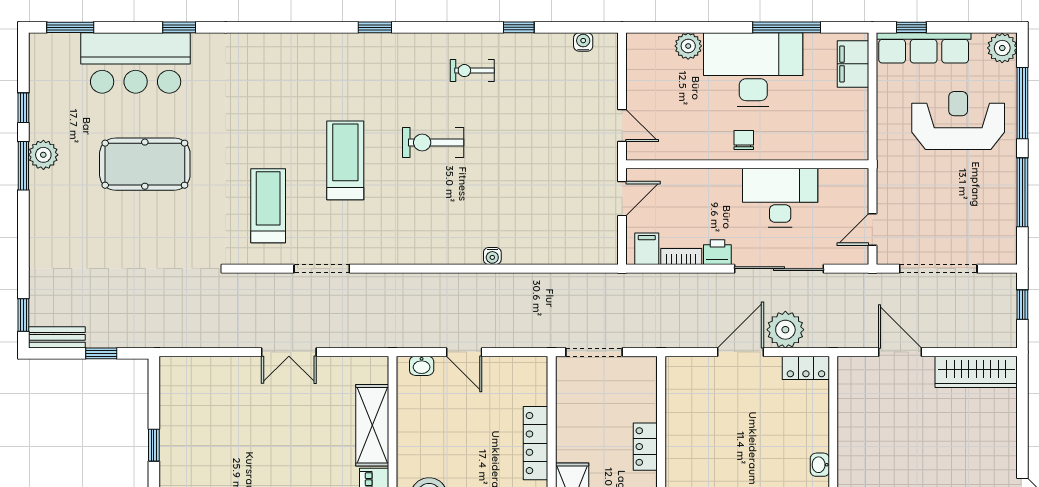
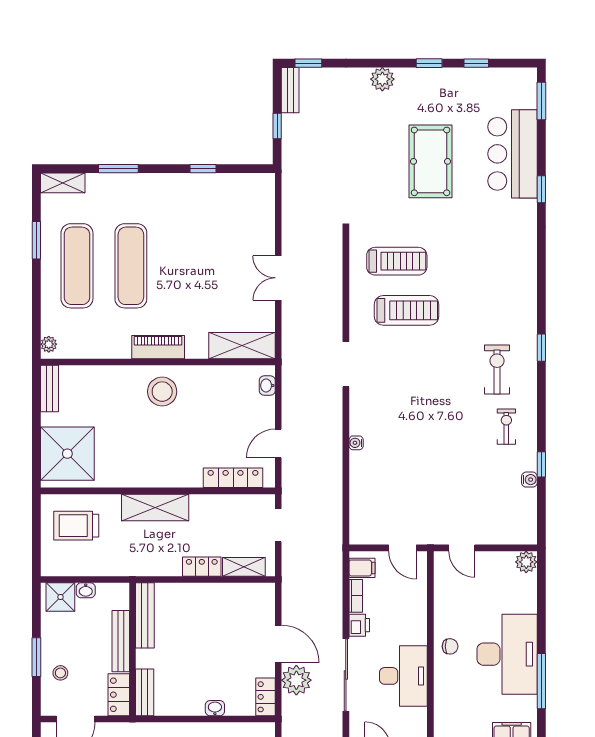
water cooler: (583, 42) -> (529, 480), moved
plant: (688, 46) -> (526, 562), moved
door: (622, 125) -> (462, 548), hinge flipped
exercise bike: (433, 143) -> (497, 370), moved
plant: (43, 155) -> (382, 79), moved
treadmill: (345, 160) -> (407, 310), moved
window: (23, 166) -> (429, 63), width x0.67
doorway: (322, 269) -> (346, 364), moved
door: (464, 352) -> (278, 444), moved
doorway: (594, 352) -> (278, 525), width x0.73
shelving: (645, 395) -> (244, 567), added
shelving: (372, 425) -> (242, 346), moved
locker: (536, 443) -> (233, 478), moved
washbasin: (820, 465) -> (215, 708), moved

